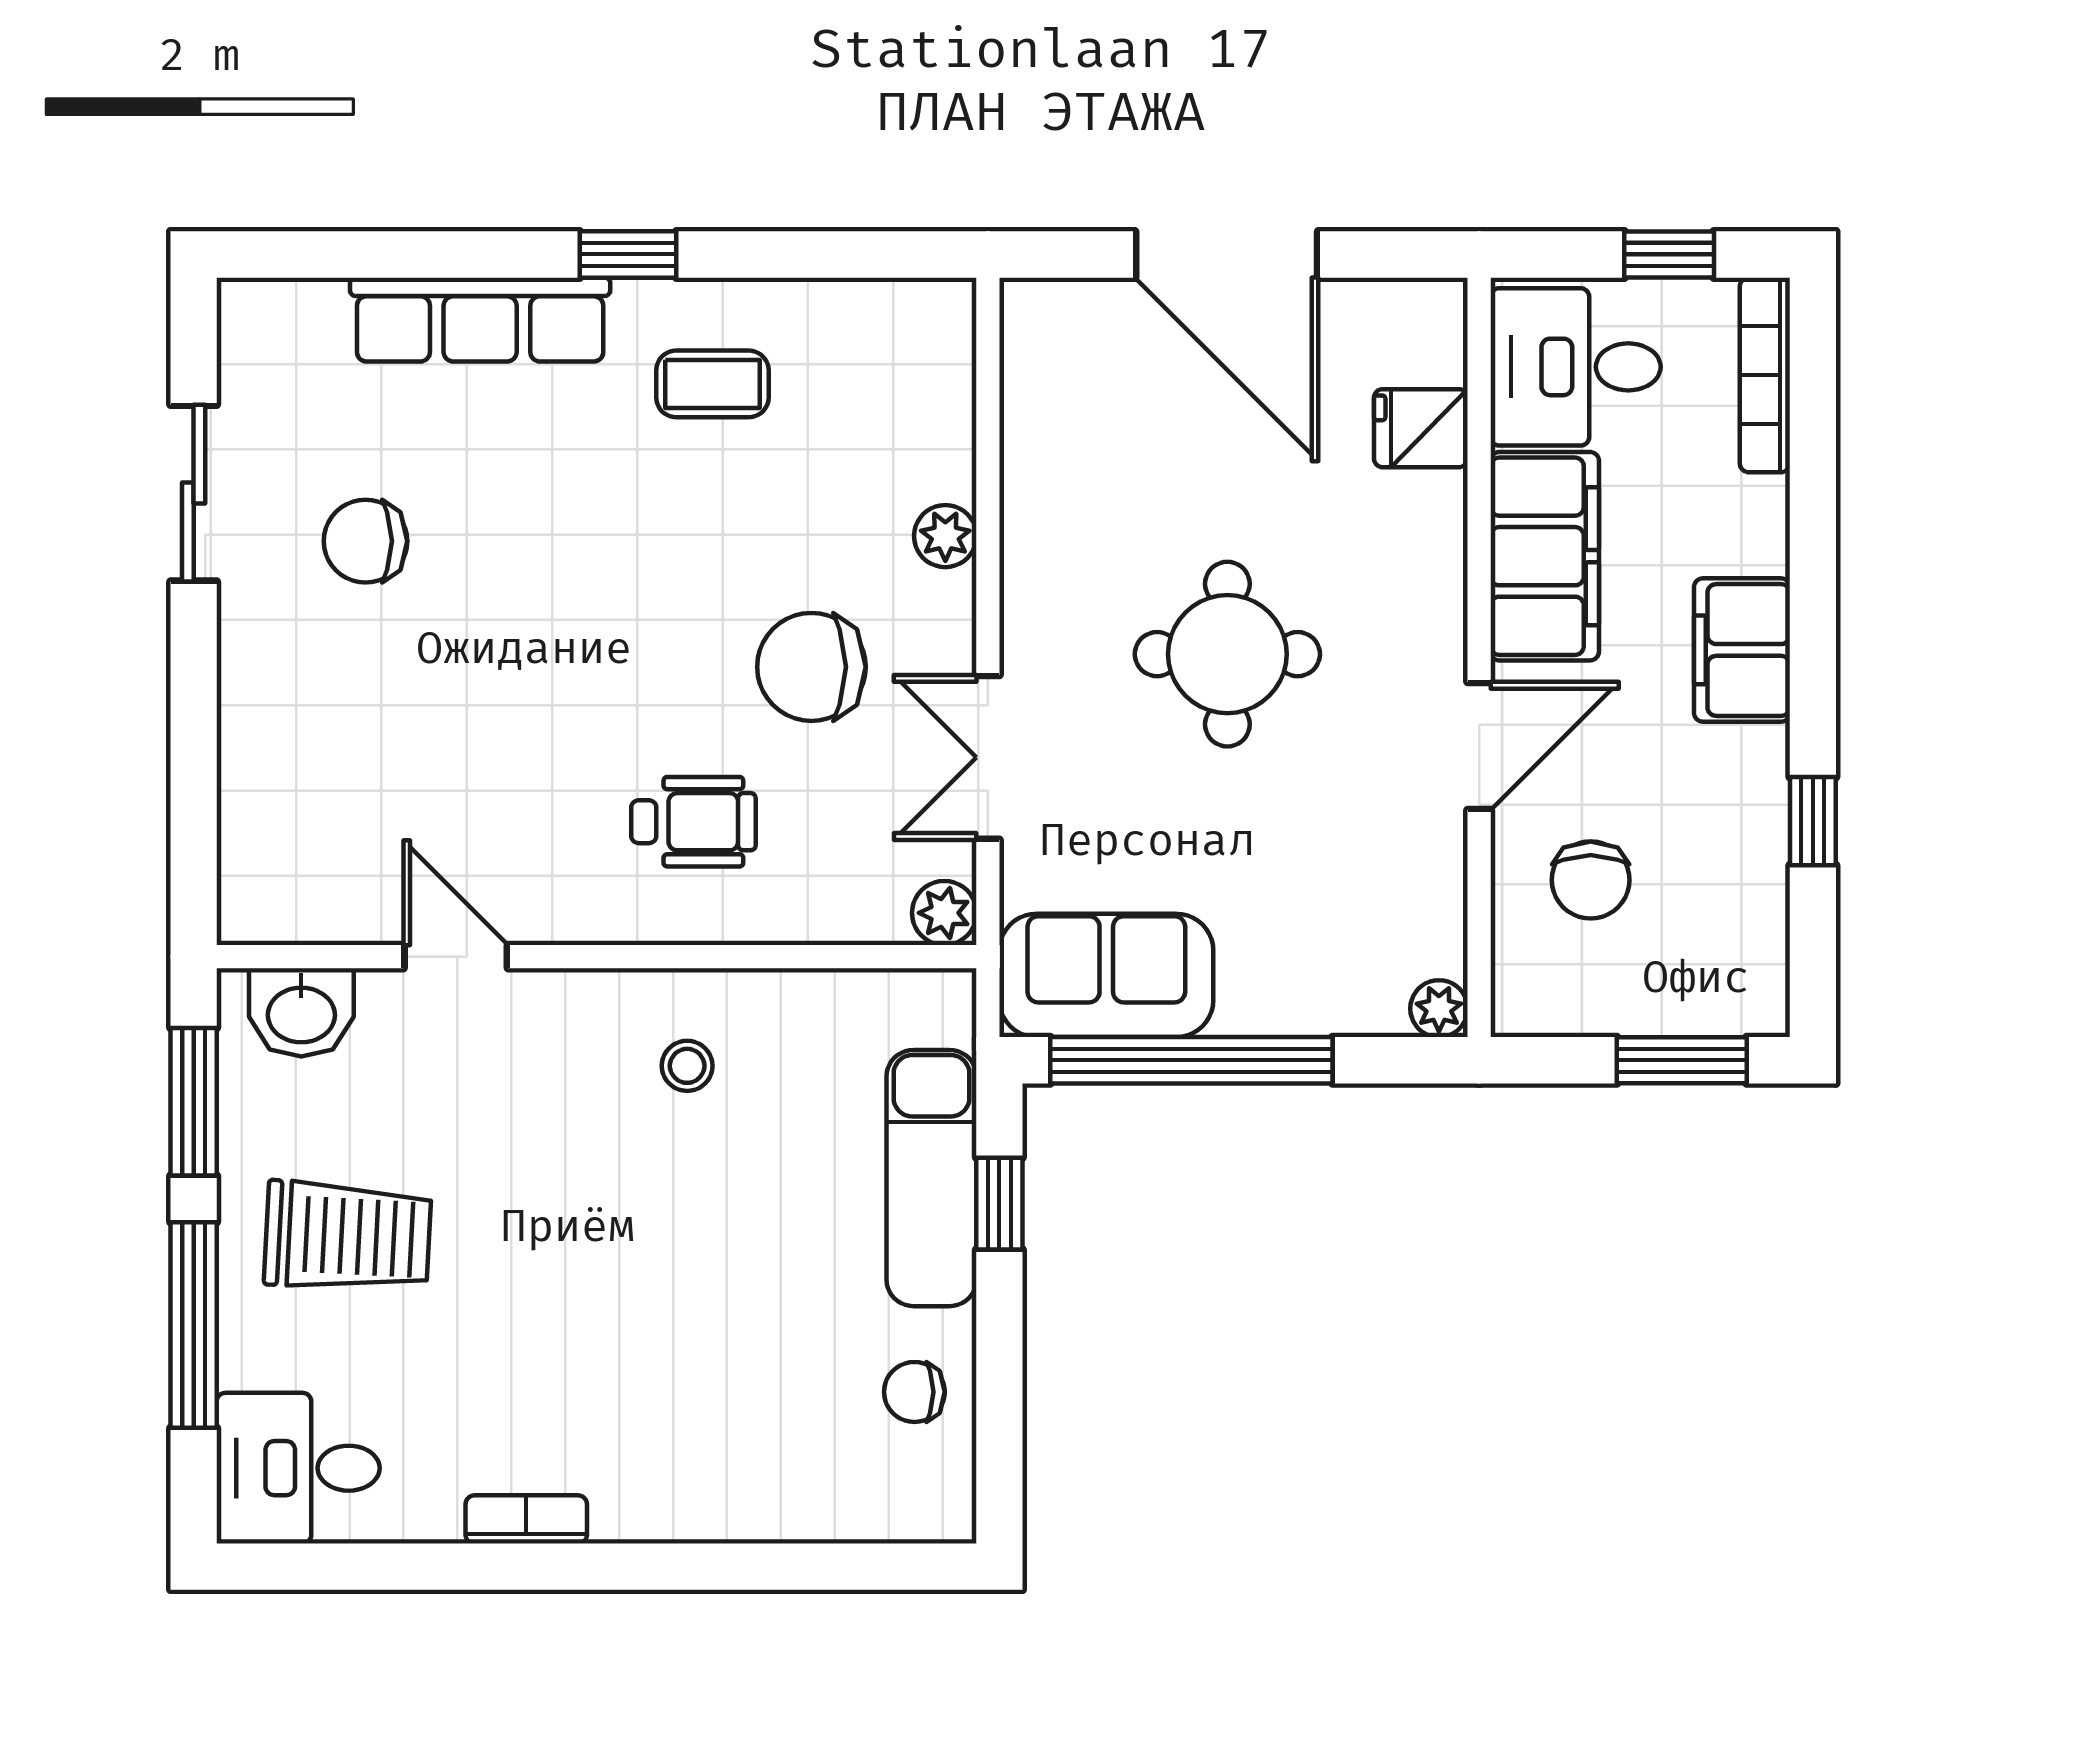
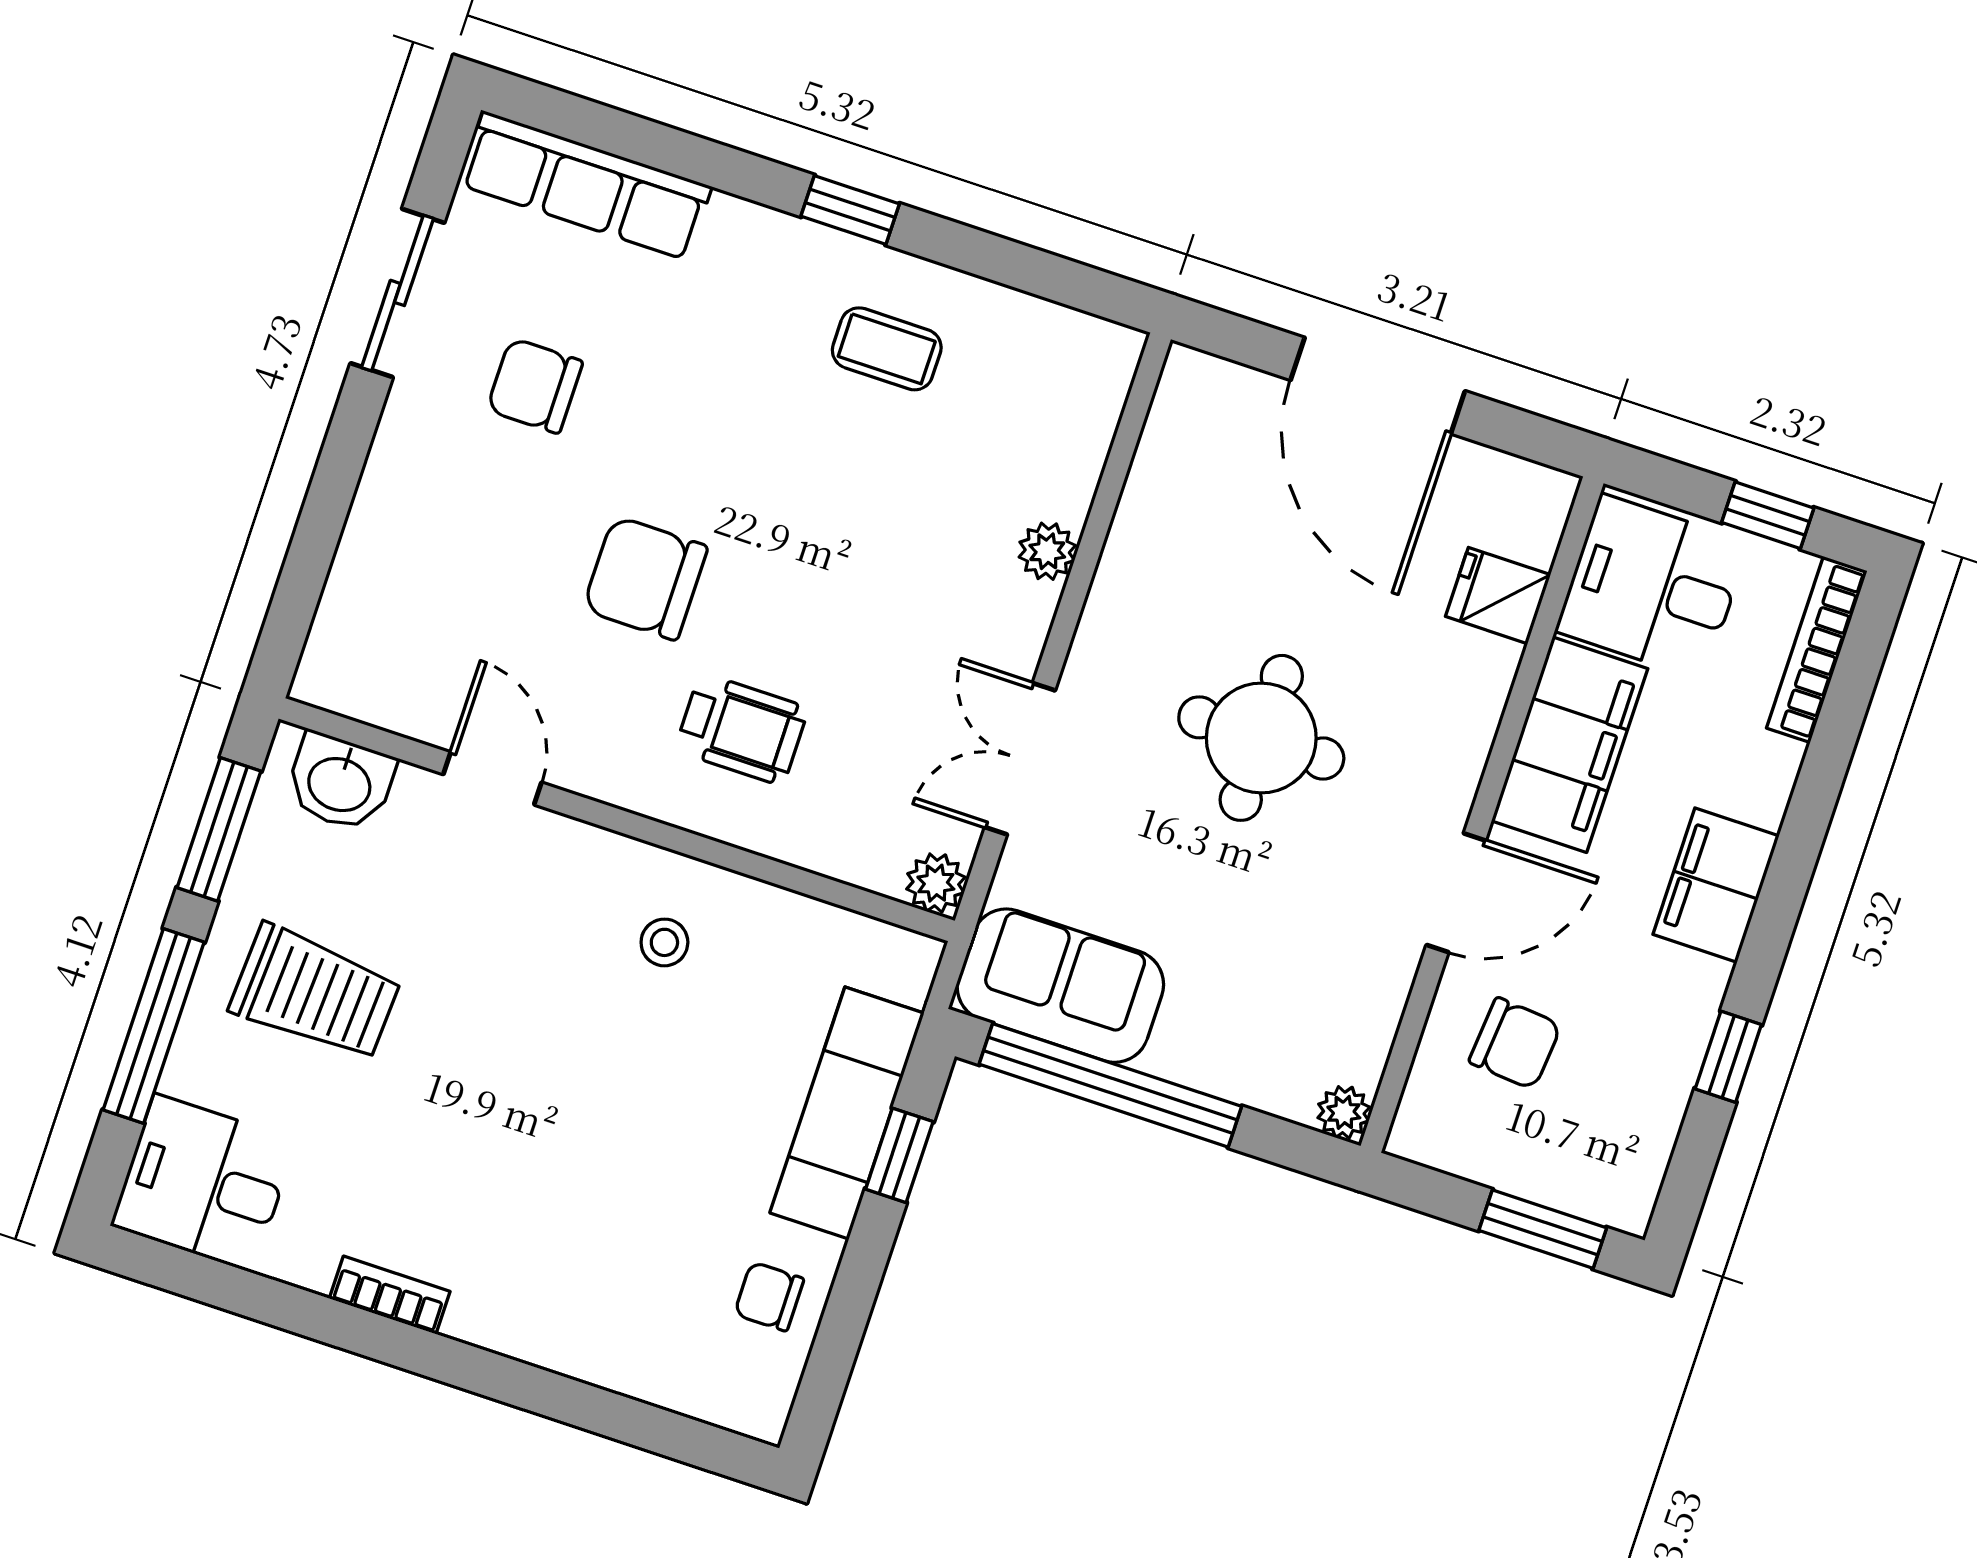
row of seats: (480, 320) -> (585, 186), moved
chair: (811, 667) -> (645, 578), moved
chair: (1591, 880) -> (1515, 1043), turned -85

